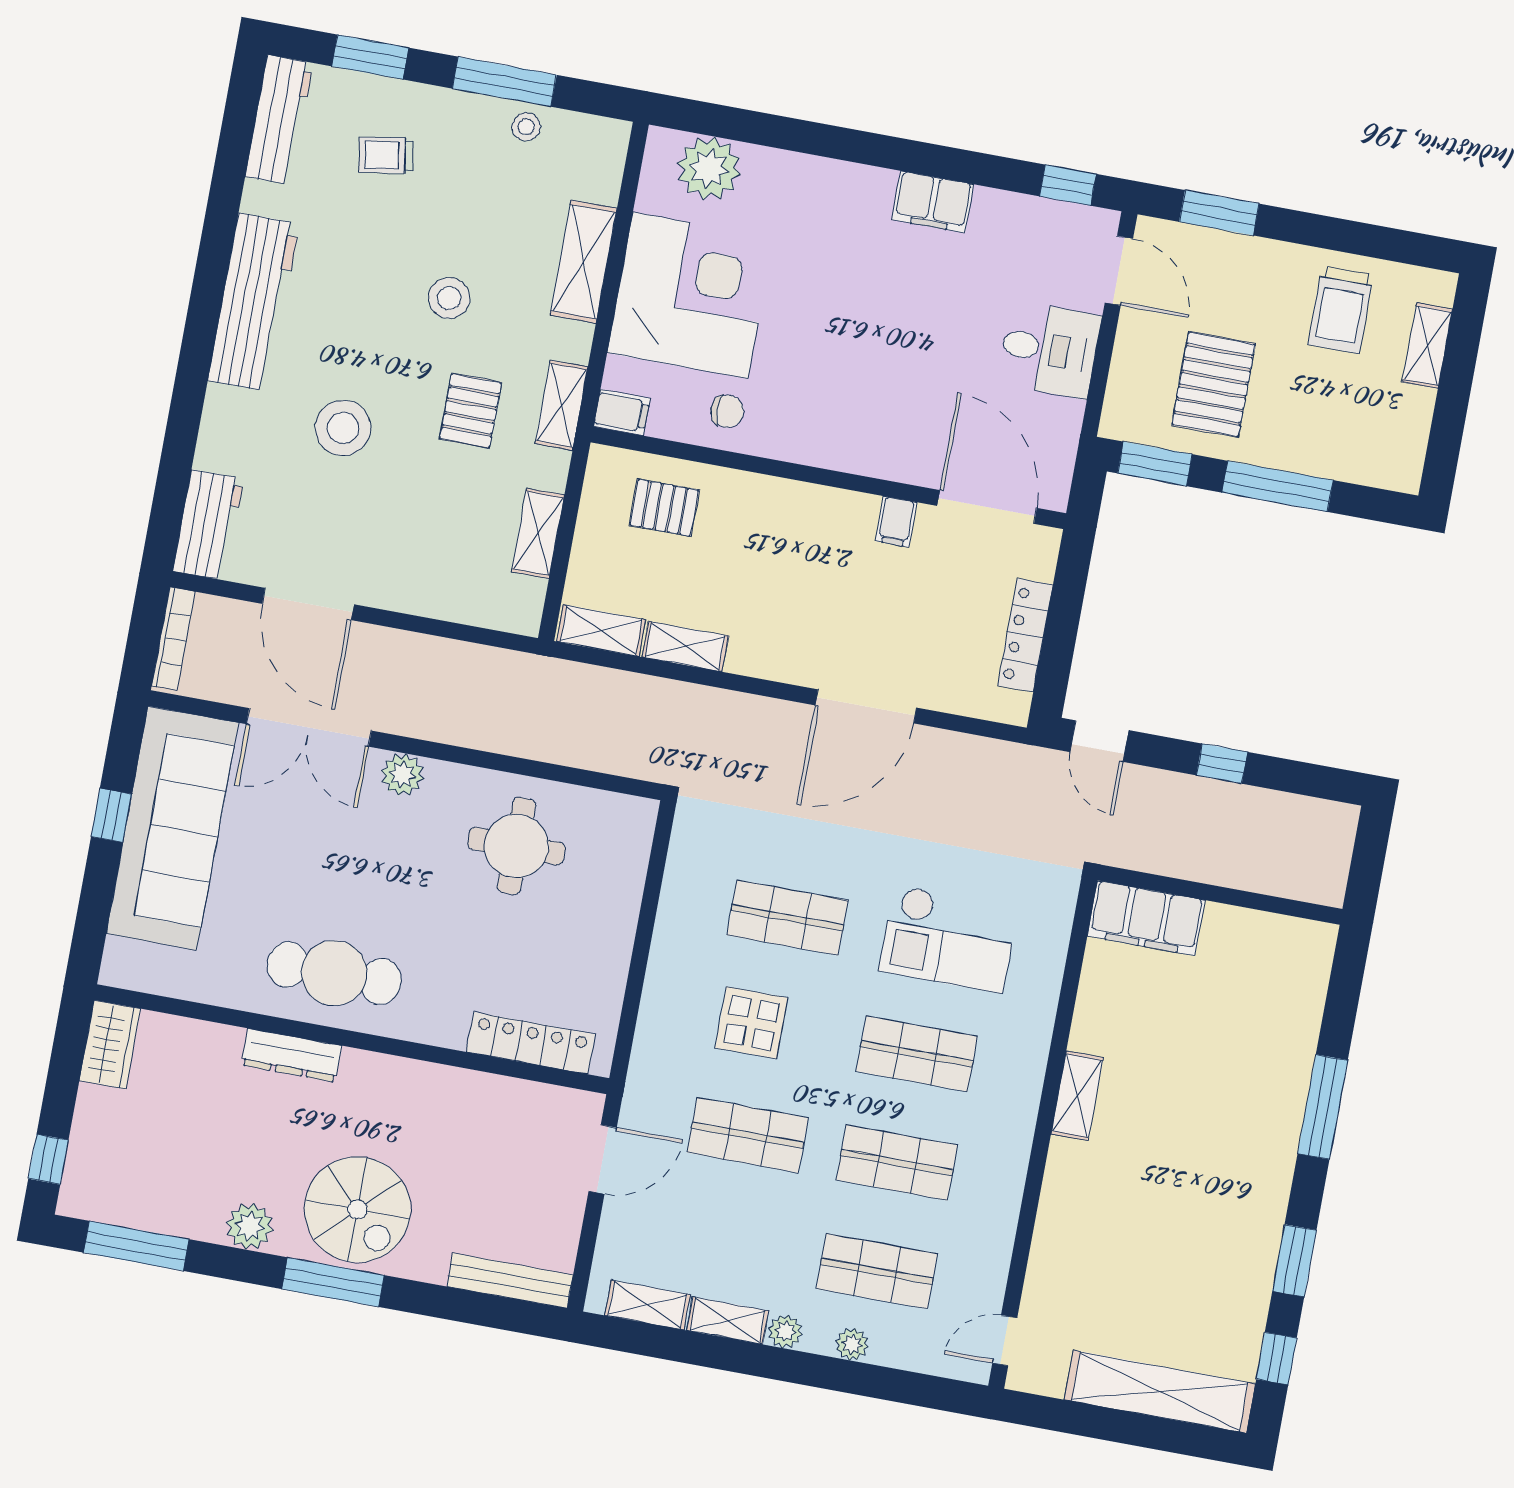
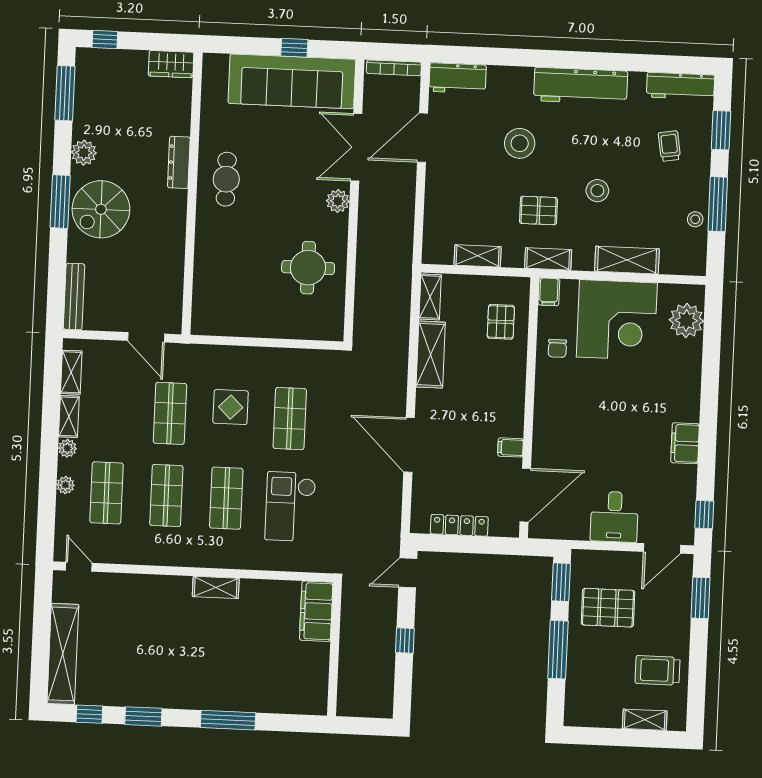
shelving: (685, 646) -> (431, 355), width x1.50, depth x1.33
cafe table: (334, 973) -> (226, 179), width x0.73, depth x0.74
locker: (531, 1043) -> (203, 290), removed

